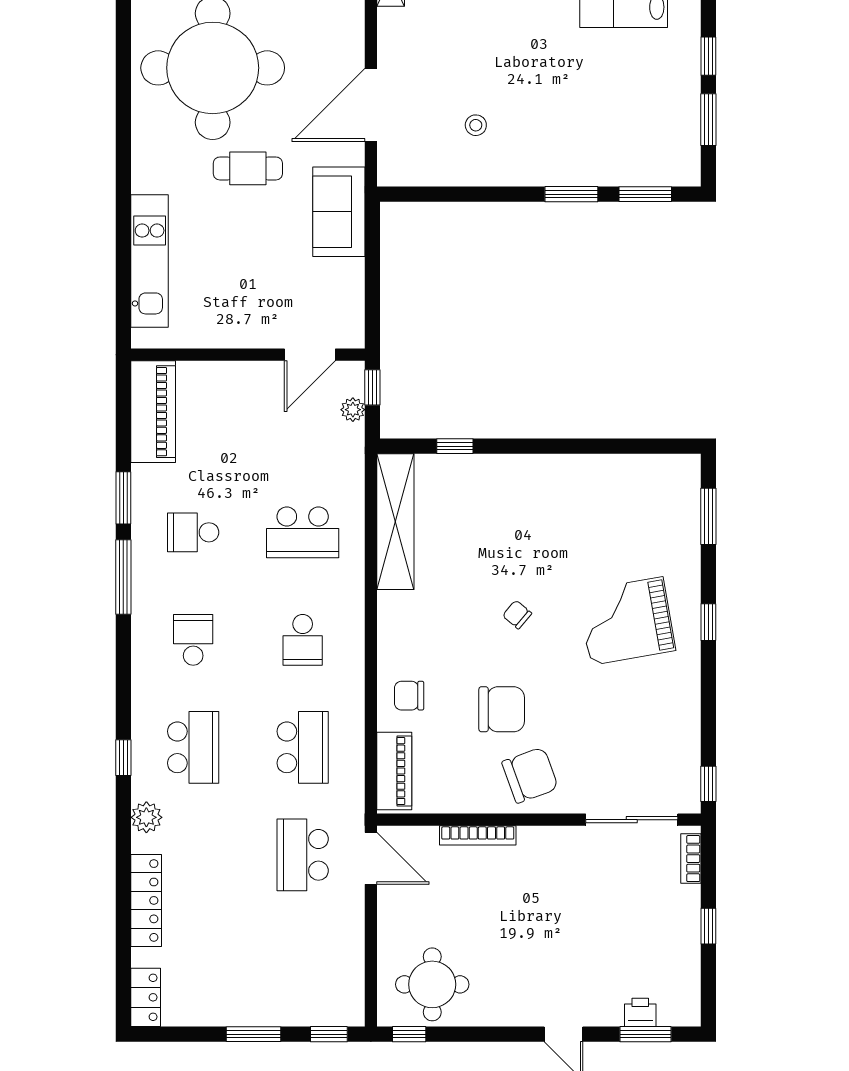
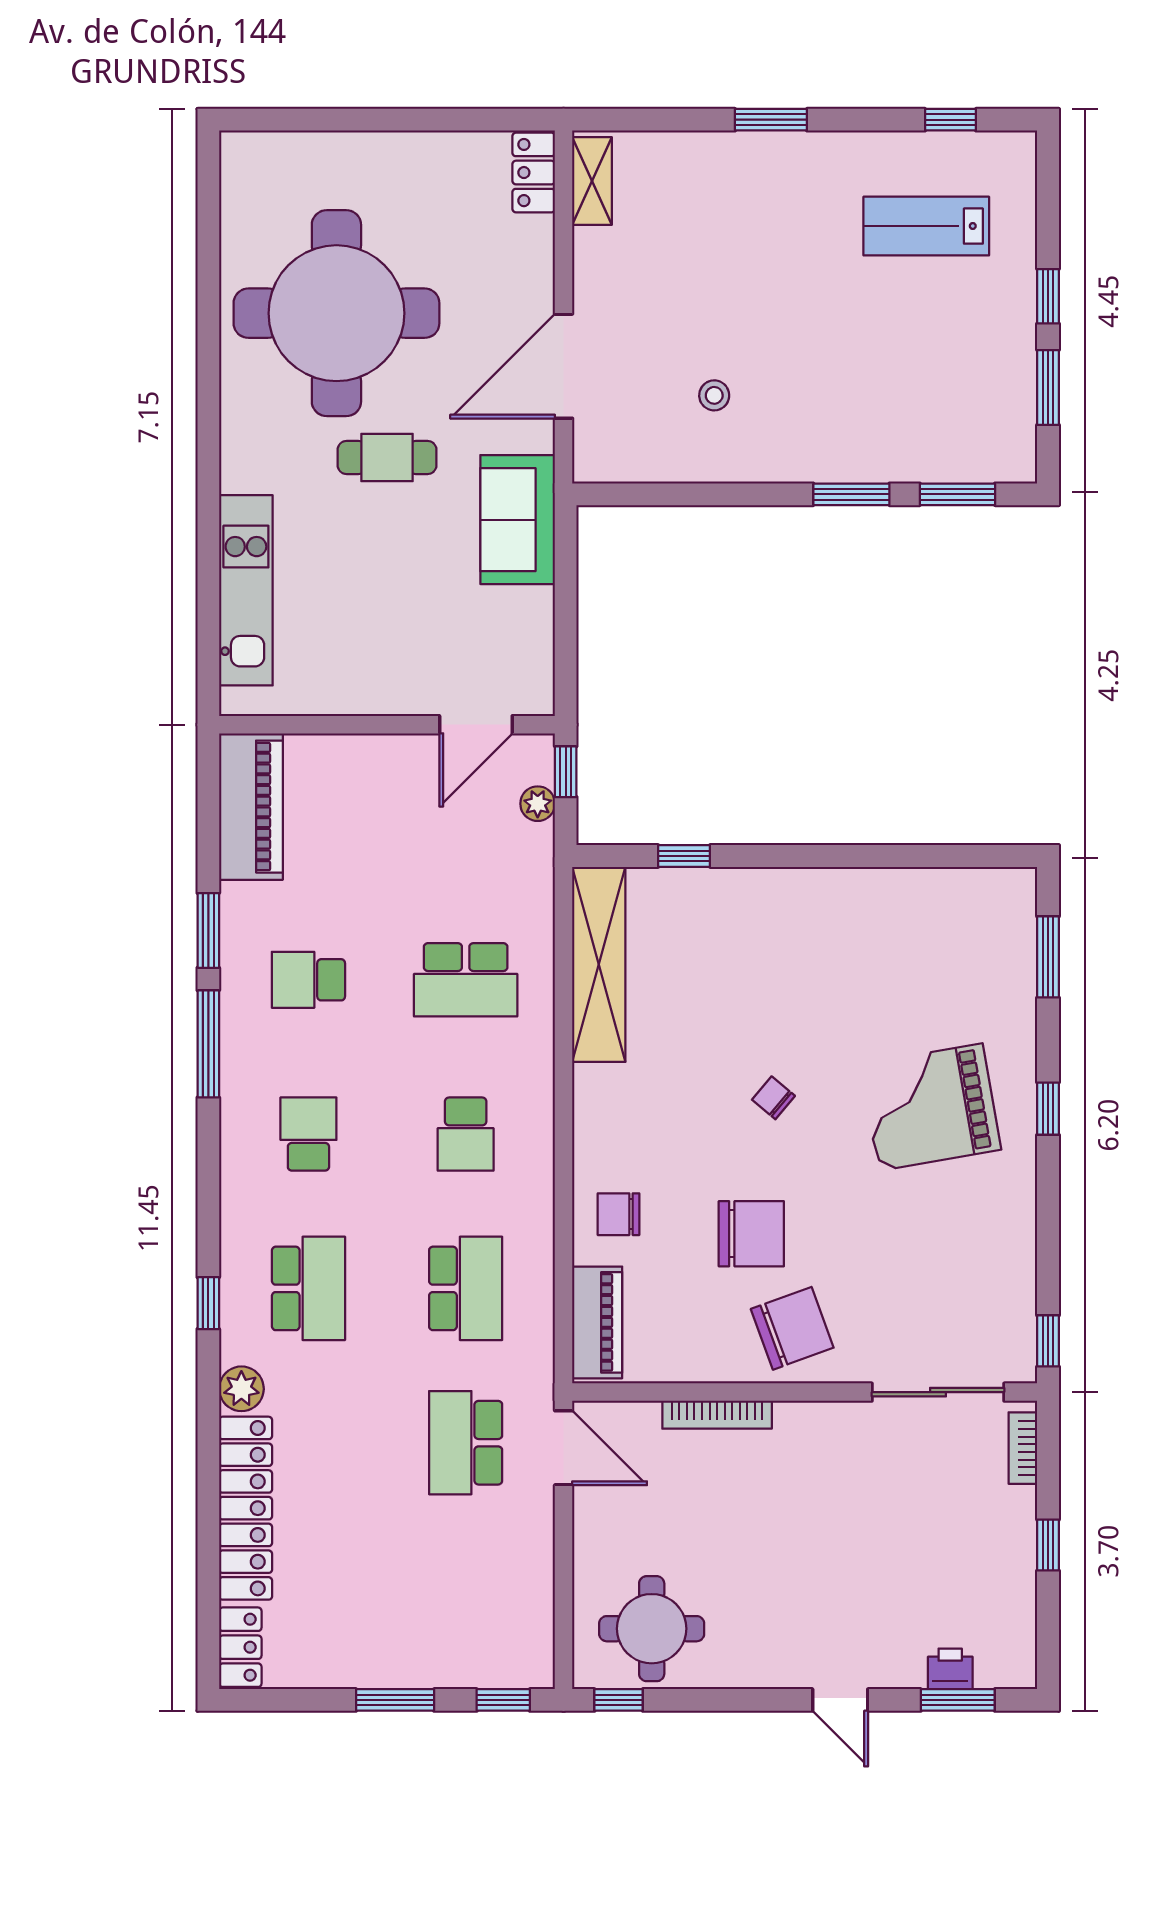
locker: (146, 900) -> (246, 1508), width x1.41, depth x1.21

